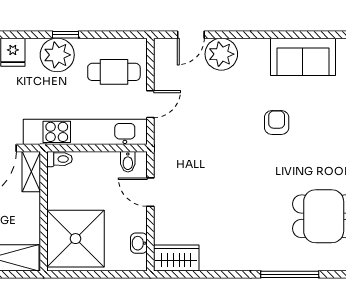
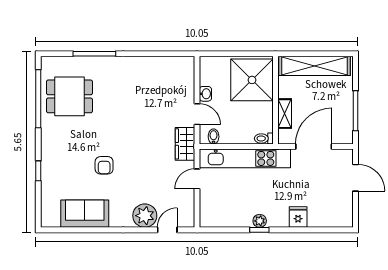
plant: (57, 55) -> (260, 221), width x0.53, depth x0.53
cafe table: (114, 72) -> (224, 203), removed
shelving: (31, 172) -> (285, 114), moved
washbasin: (139, 243) -> (205, 94), moved
wardrobe: (176, 258) -> (185, 144), moved, turned 90

